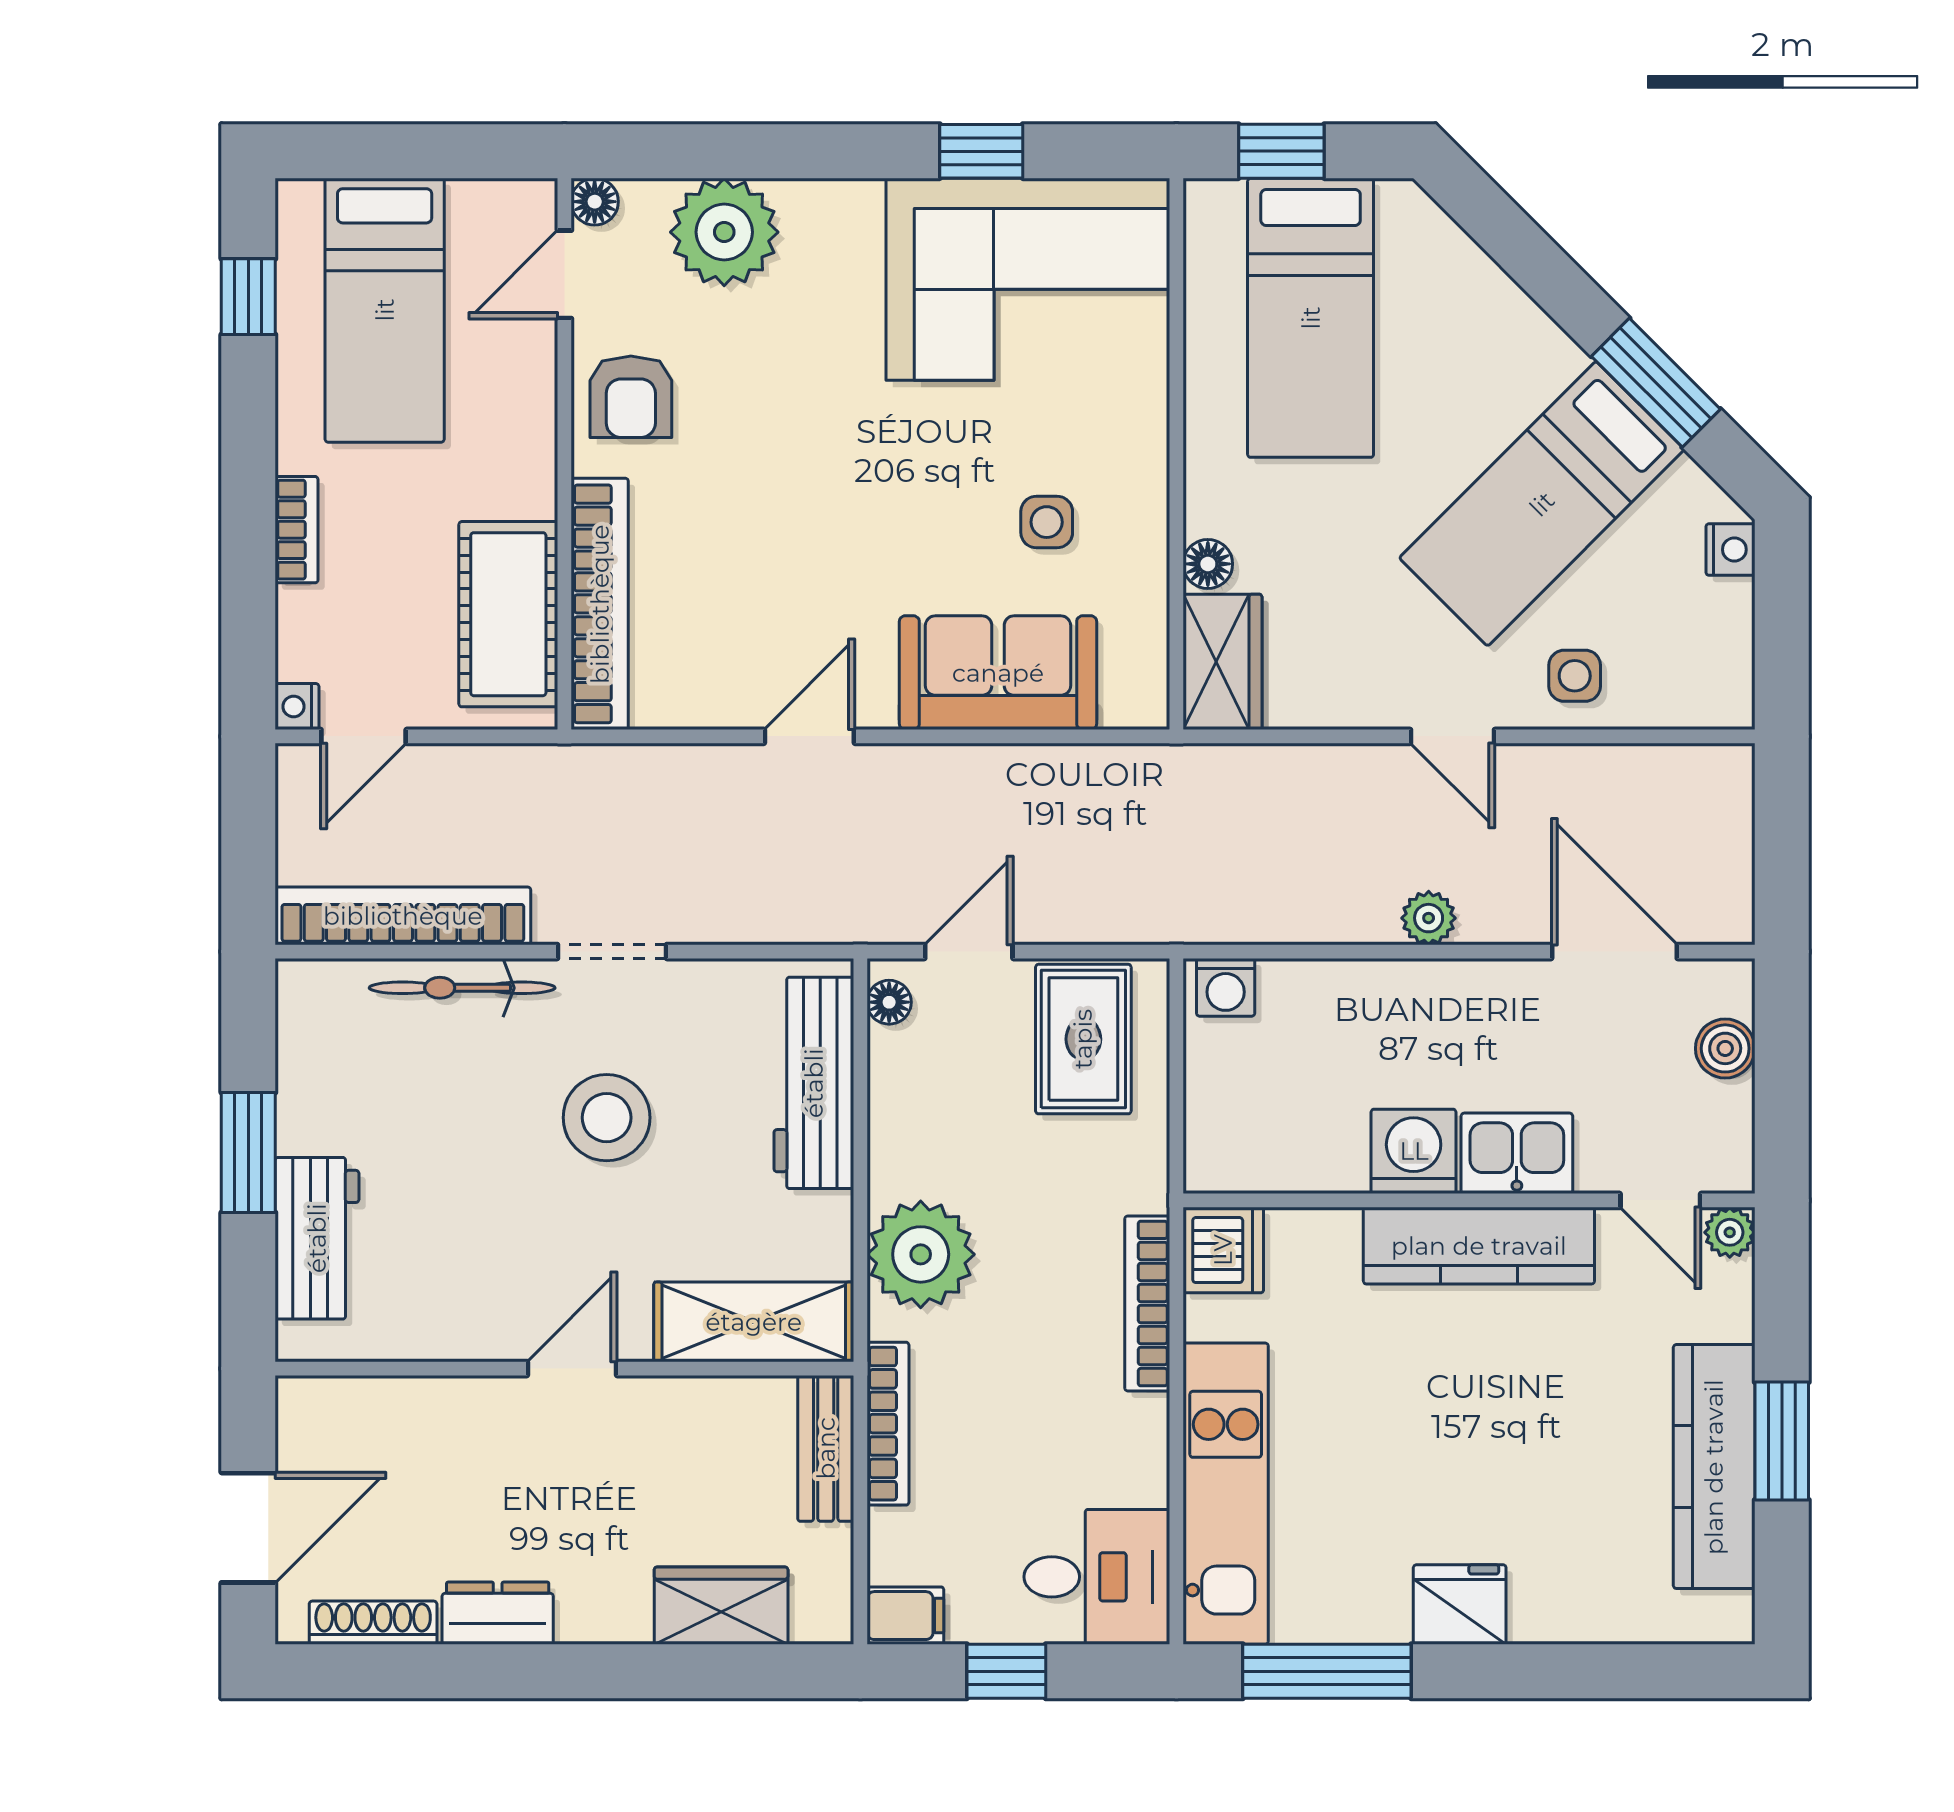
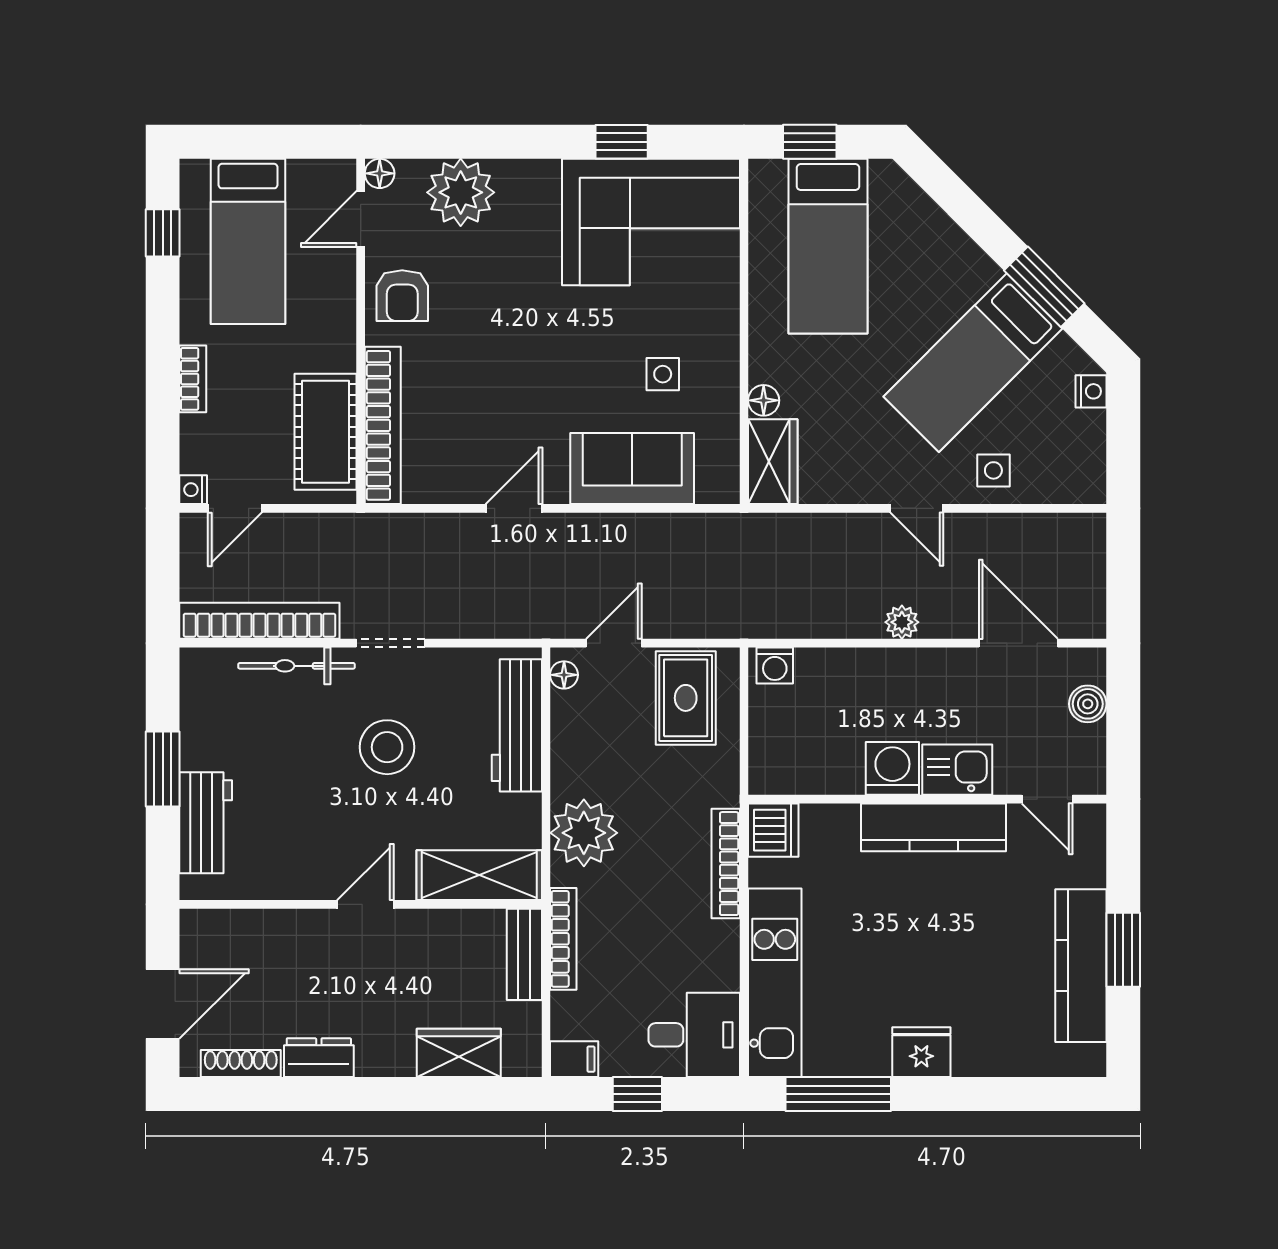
plant: (1730, 1232) -> (1091, 819), removed

